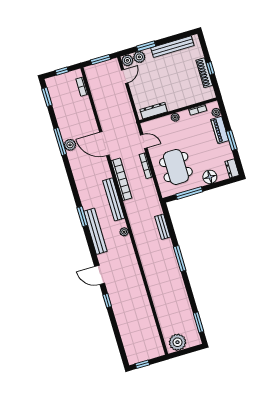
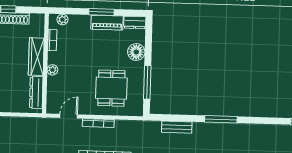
wardrobe: (181, 102) -> (36, 57), added
piano: (220, 130) -> (107, 23), moved
dining table: (176, 167) -> (111, 88), width x0.73

